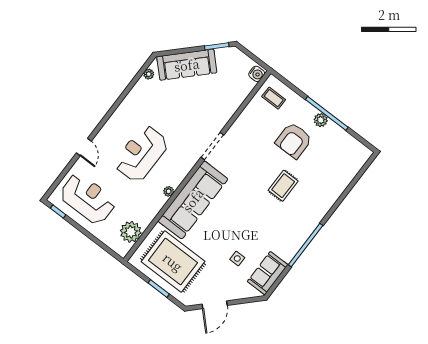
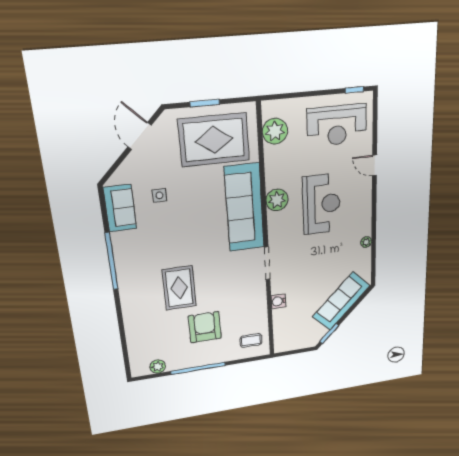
plant: (149, 74) -> (366, 242), moved
water cooler: (257, 74) -> (278, 301), moved
plant: (321, 120) -> (158, 367), moved
rug: (283, 186) -> (179, 288), width x1.36, depth x1.43
plant: (169, 191) -> (277, 200), width x1.88, depth x1.88

